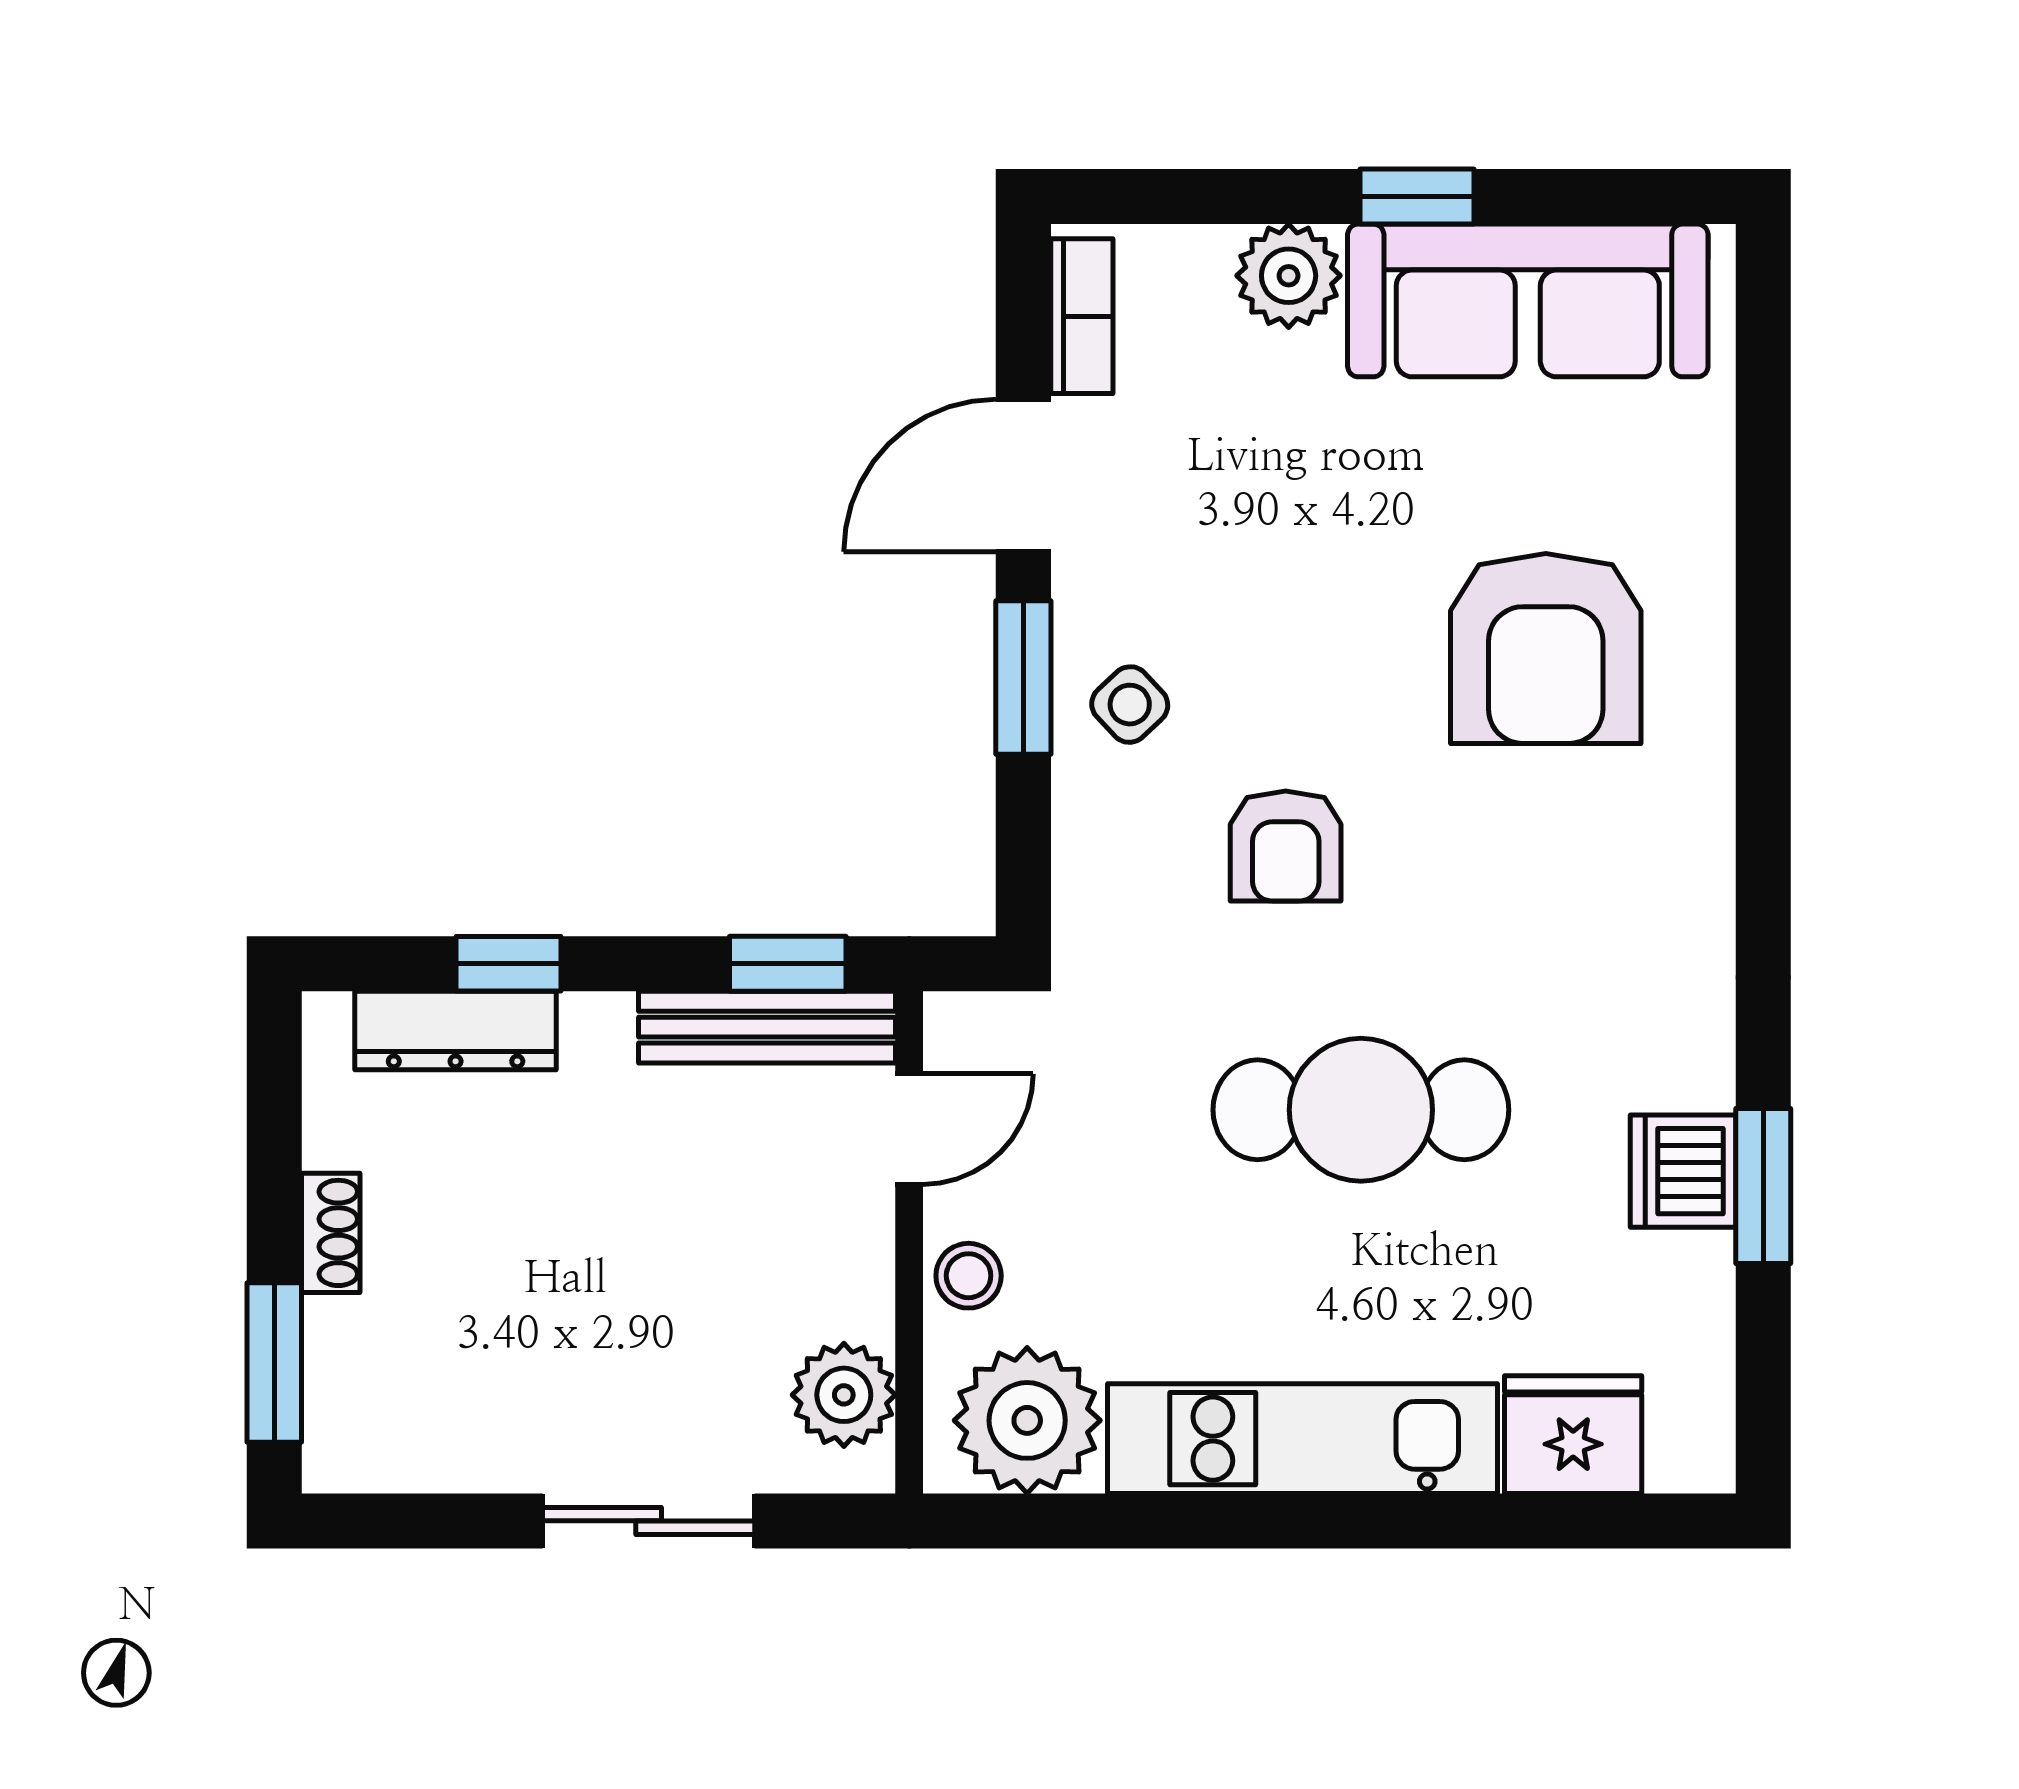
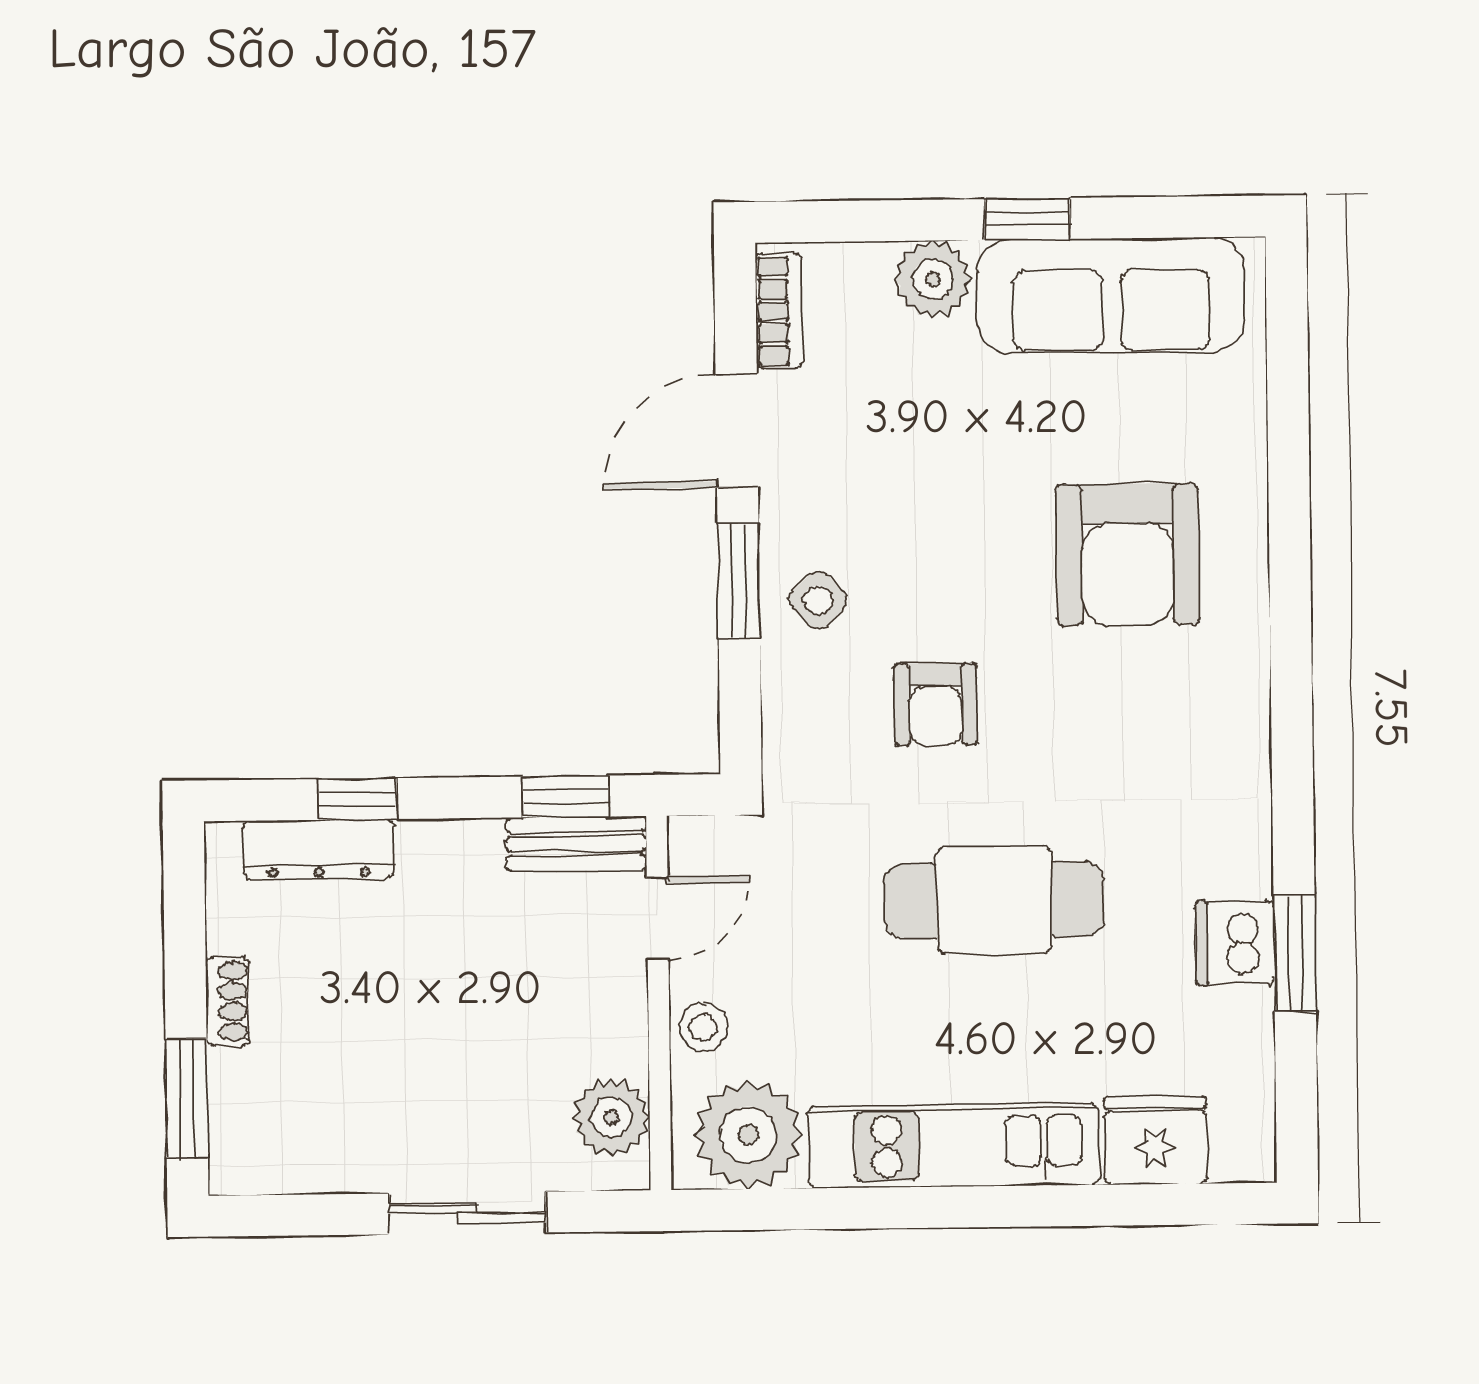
bench: (767, 1027) -> (576, 844), width x0.73

